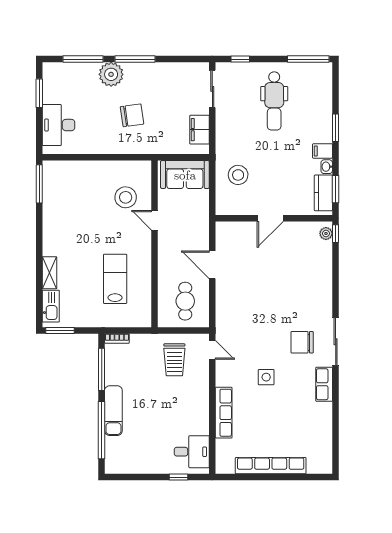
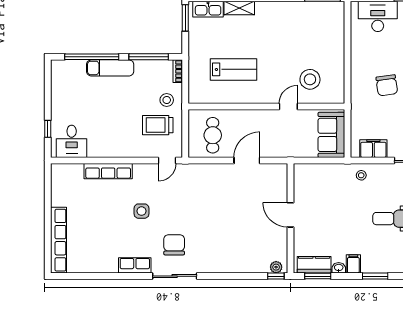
stool: (238, 175) -> (361, 175), moved, width x0.53, depth x0.53
cafe table: (185, 301) -> (213, 135), turned 90
stool: (148, 350) -> (167, 100), added
row of seats: (271, 466) -> (59, 240), moved

